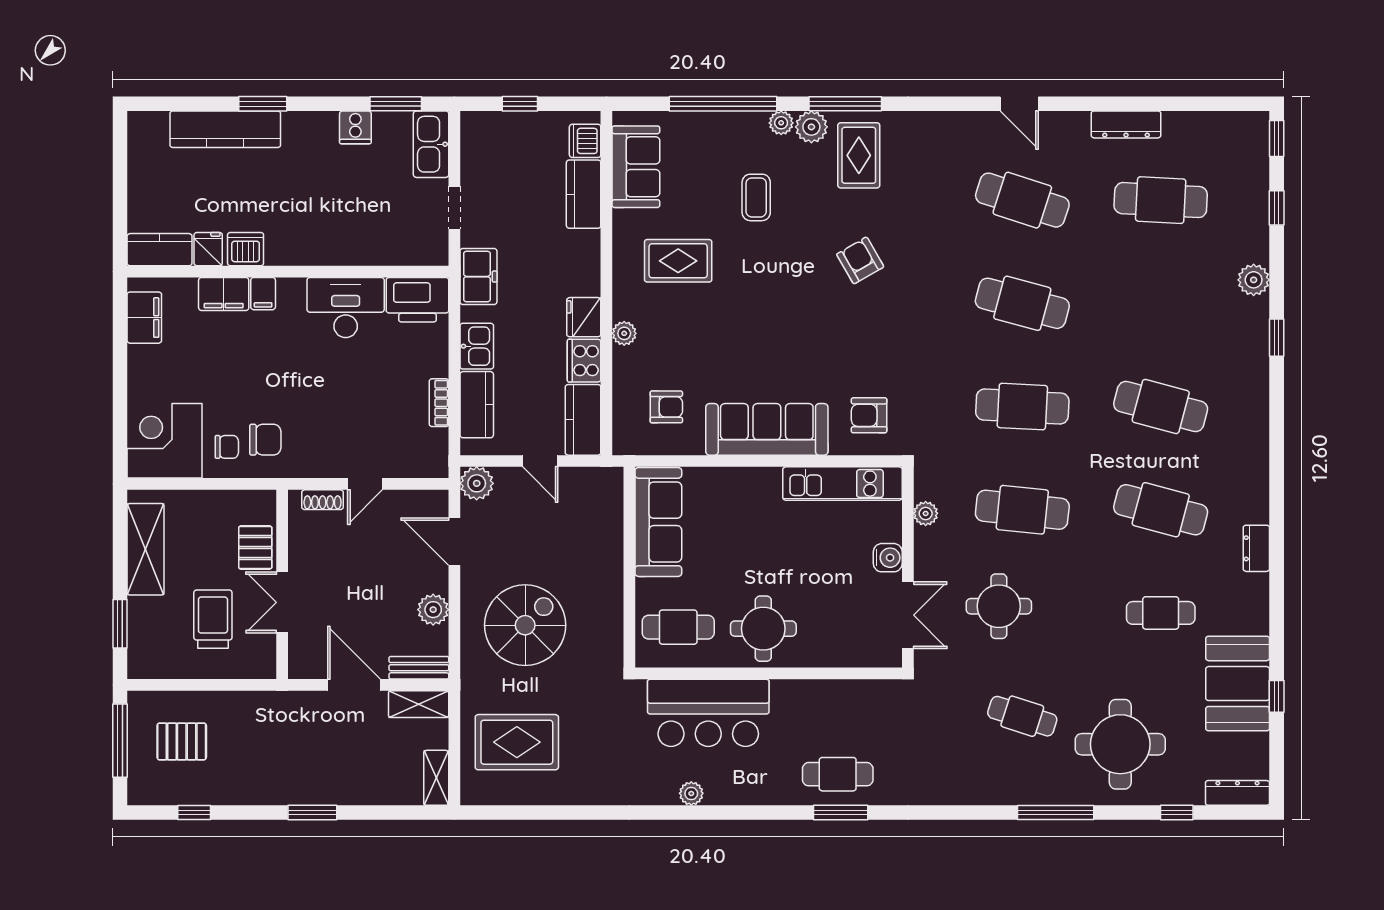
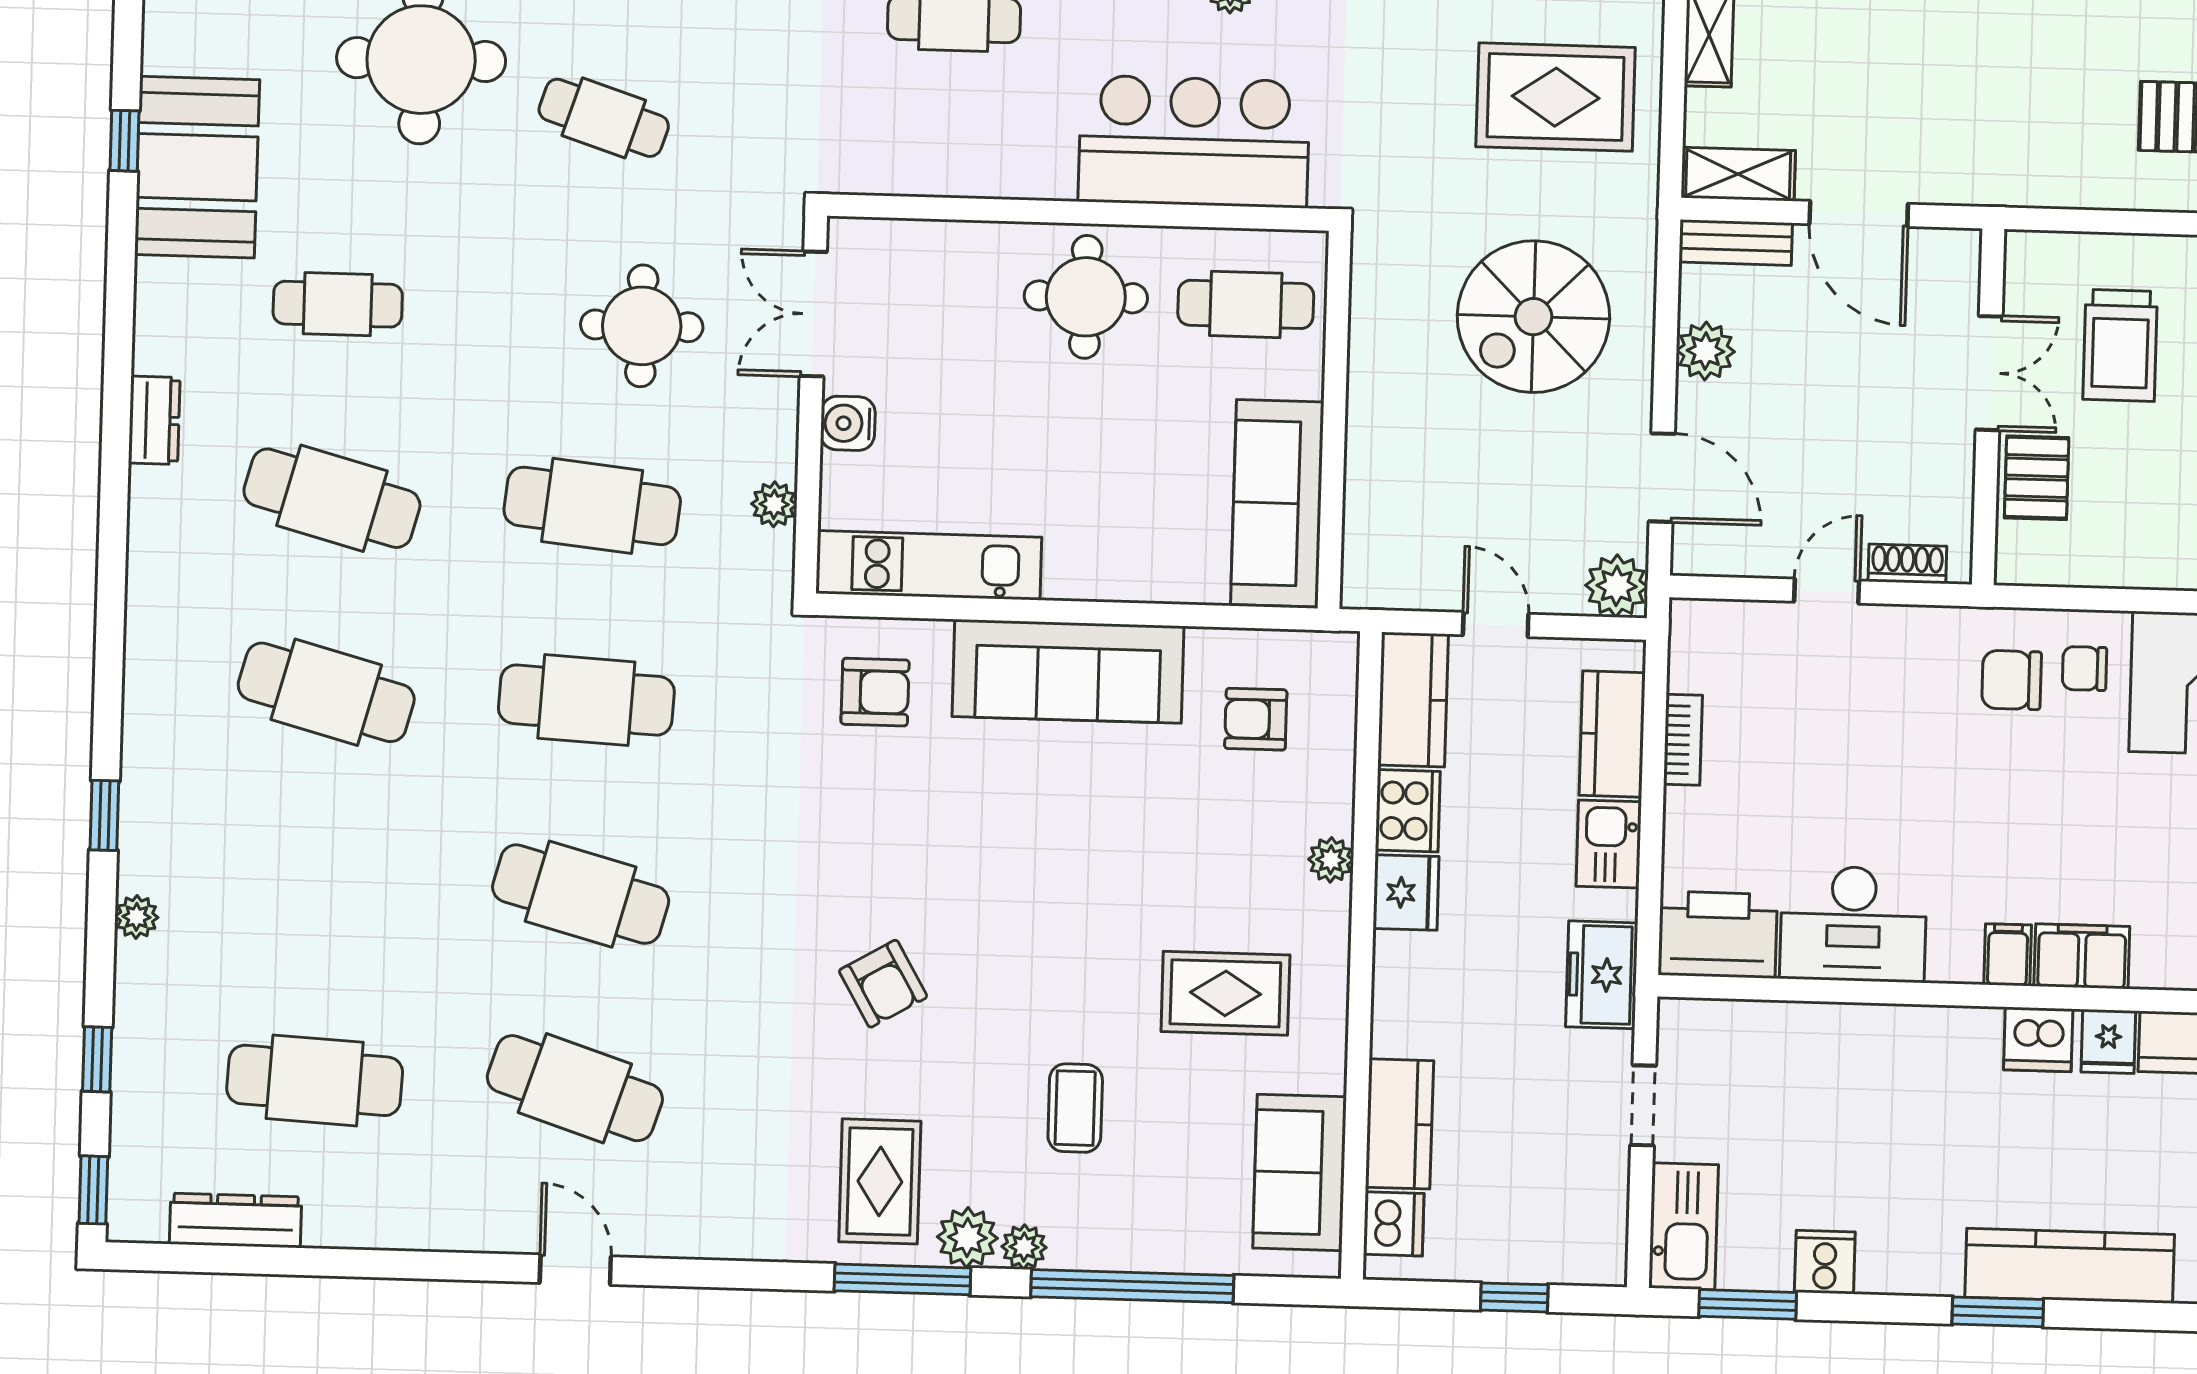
dresser: (1126, 124) -> (235, 1220), moved
plant: (1254, 280) -> (137, 917), width x0.73, depth x0.73

